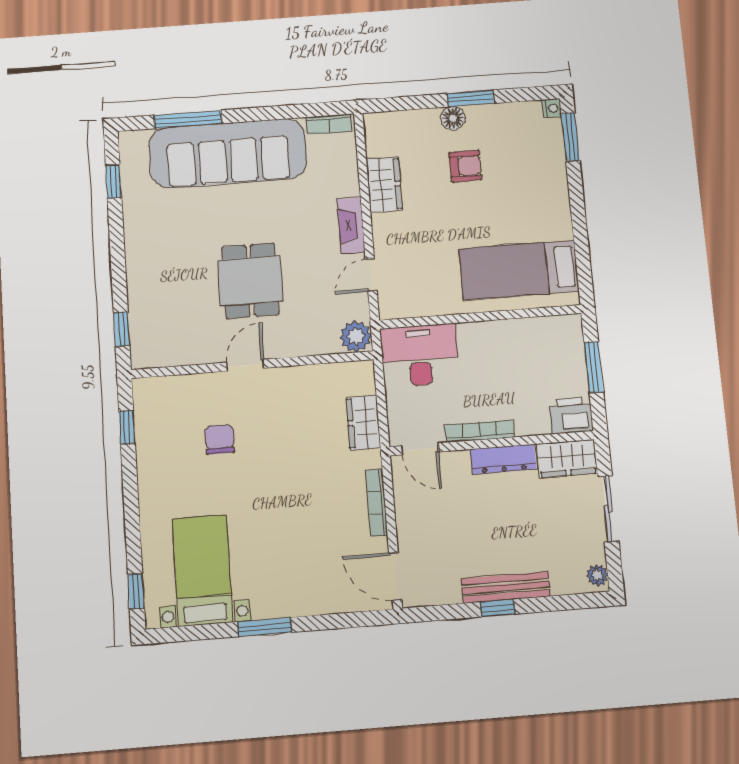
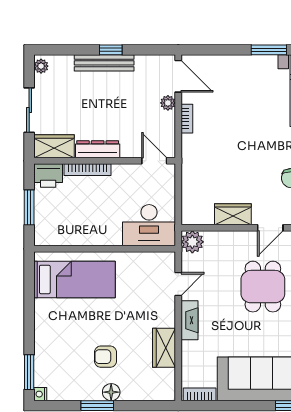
wardrobe: (363, 422) -> (233, 214), moved, turned -90
bookcase: (480, 431) -> (87, 170), moved
bookcase: (377, 503) -> (187, 119), width x0.64
plant: (407, 536) -> (168, 103), added

